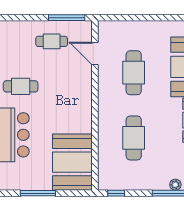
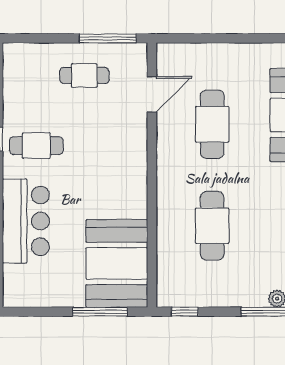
door: (95, 54) -> (152, 94), swing flipped
window: (38, 193) -> (100, 312), moved

